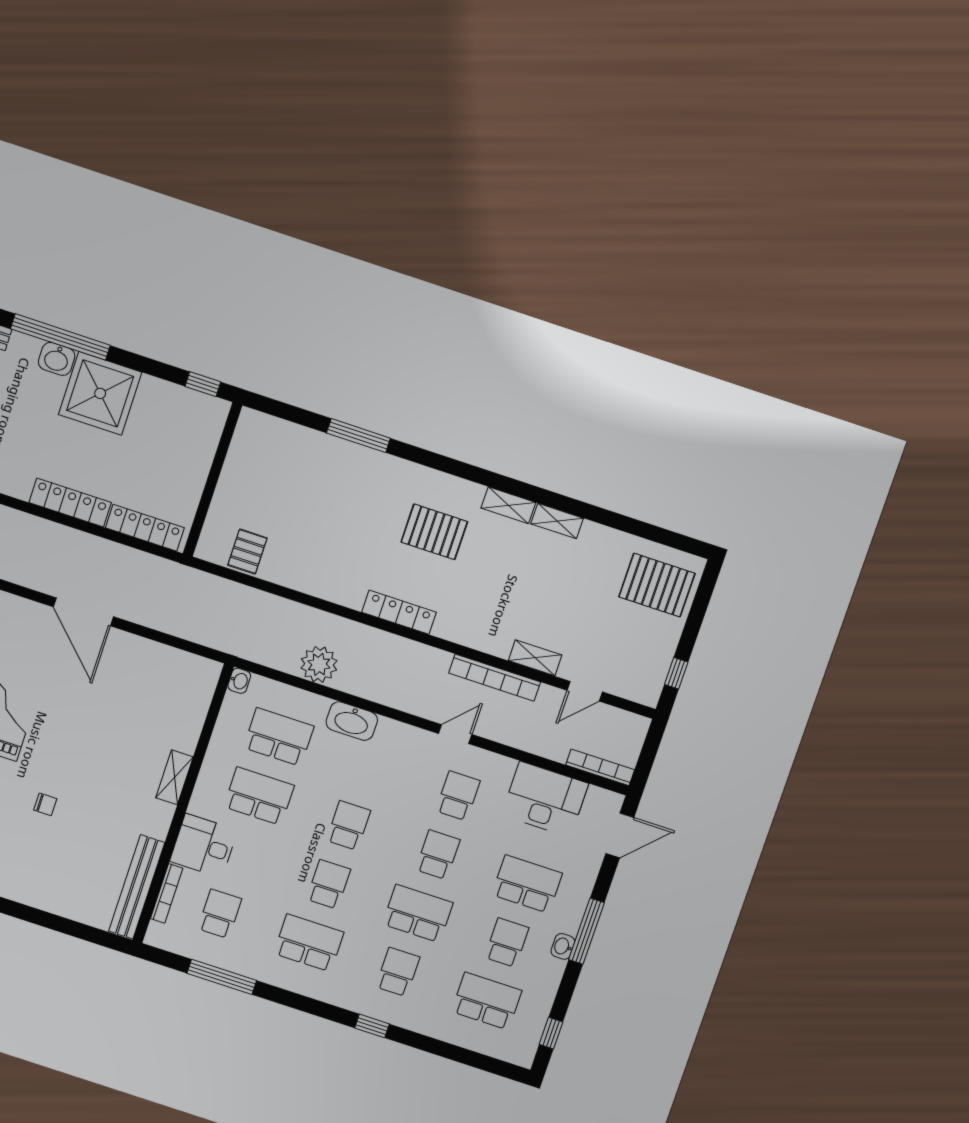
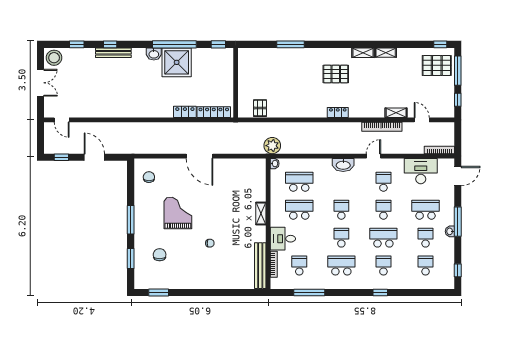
window: (60, 337) -> (174, 44), moved
locker: (70, 502) -> (185, 112), width x0.66
window: (680, 542) -> (440, 44), added
window: (698, 611) -> (458, 71), added
locker: (399, 612) -> (338, 112), width x0.66
plant: (319, 664) -> (272, 146), moved
door: (585, 691) -> (422, 120), swing flipped
washbasin: (352, 721) -> (343, 165), moved
school desk: (487, 1001) -> (426, 266), width x0.54

